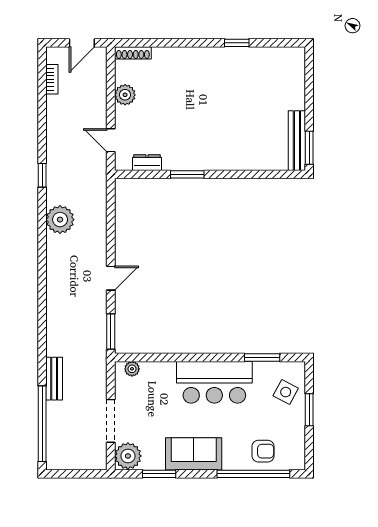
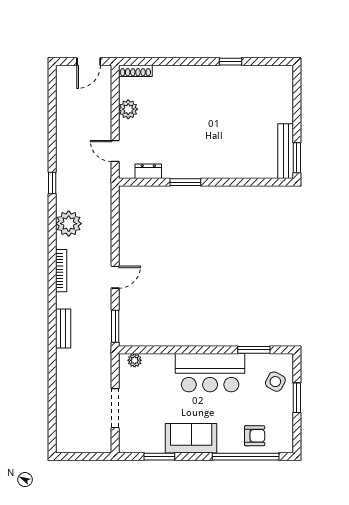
bookcase: (52, 79) -> (61, 271), moved, width x1.56
bench: (54, 379) -> (63, 329), moved
window: (42, 424) -> (52, 411), removed
plant: (128, 456) -> (131, 440), removed

